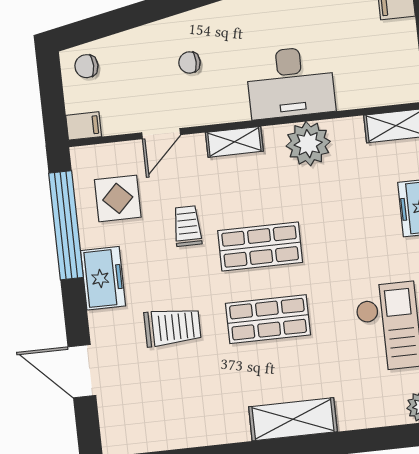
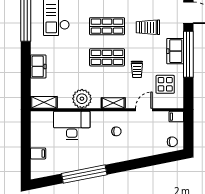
chair: (189, 62) -> (116, 131), moved
desk: (290, 82) -> (72, 125), moved
window: (66, 225) -> (188, 54), moved

